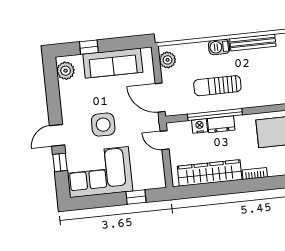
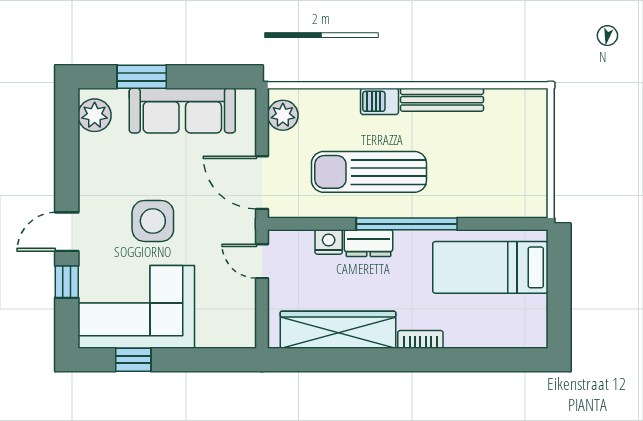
window: (89, 47) -> (142, 77), width x1.50
sun lounger: (217, 86) -> (369, 172), width x1.36, depth x1.34
window: (215, 114) -> (407, 224), moved
window: (136, 197) -> (133, 360), moved

